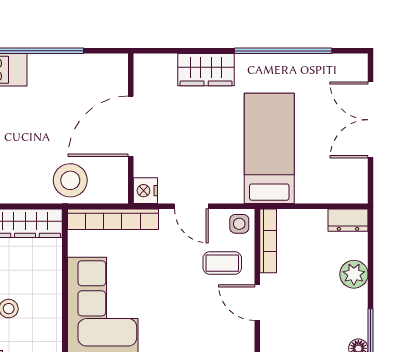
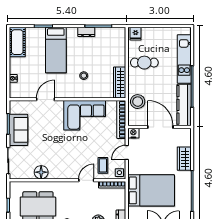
kitchen counter: (78, 70) -> (184, 105), added
bed: (269, 148) -> (151, 190), width x1.50

